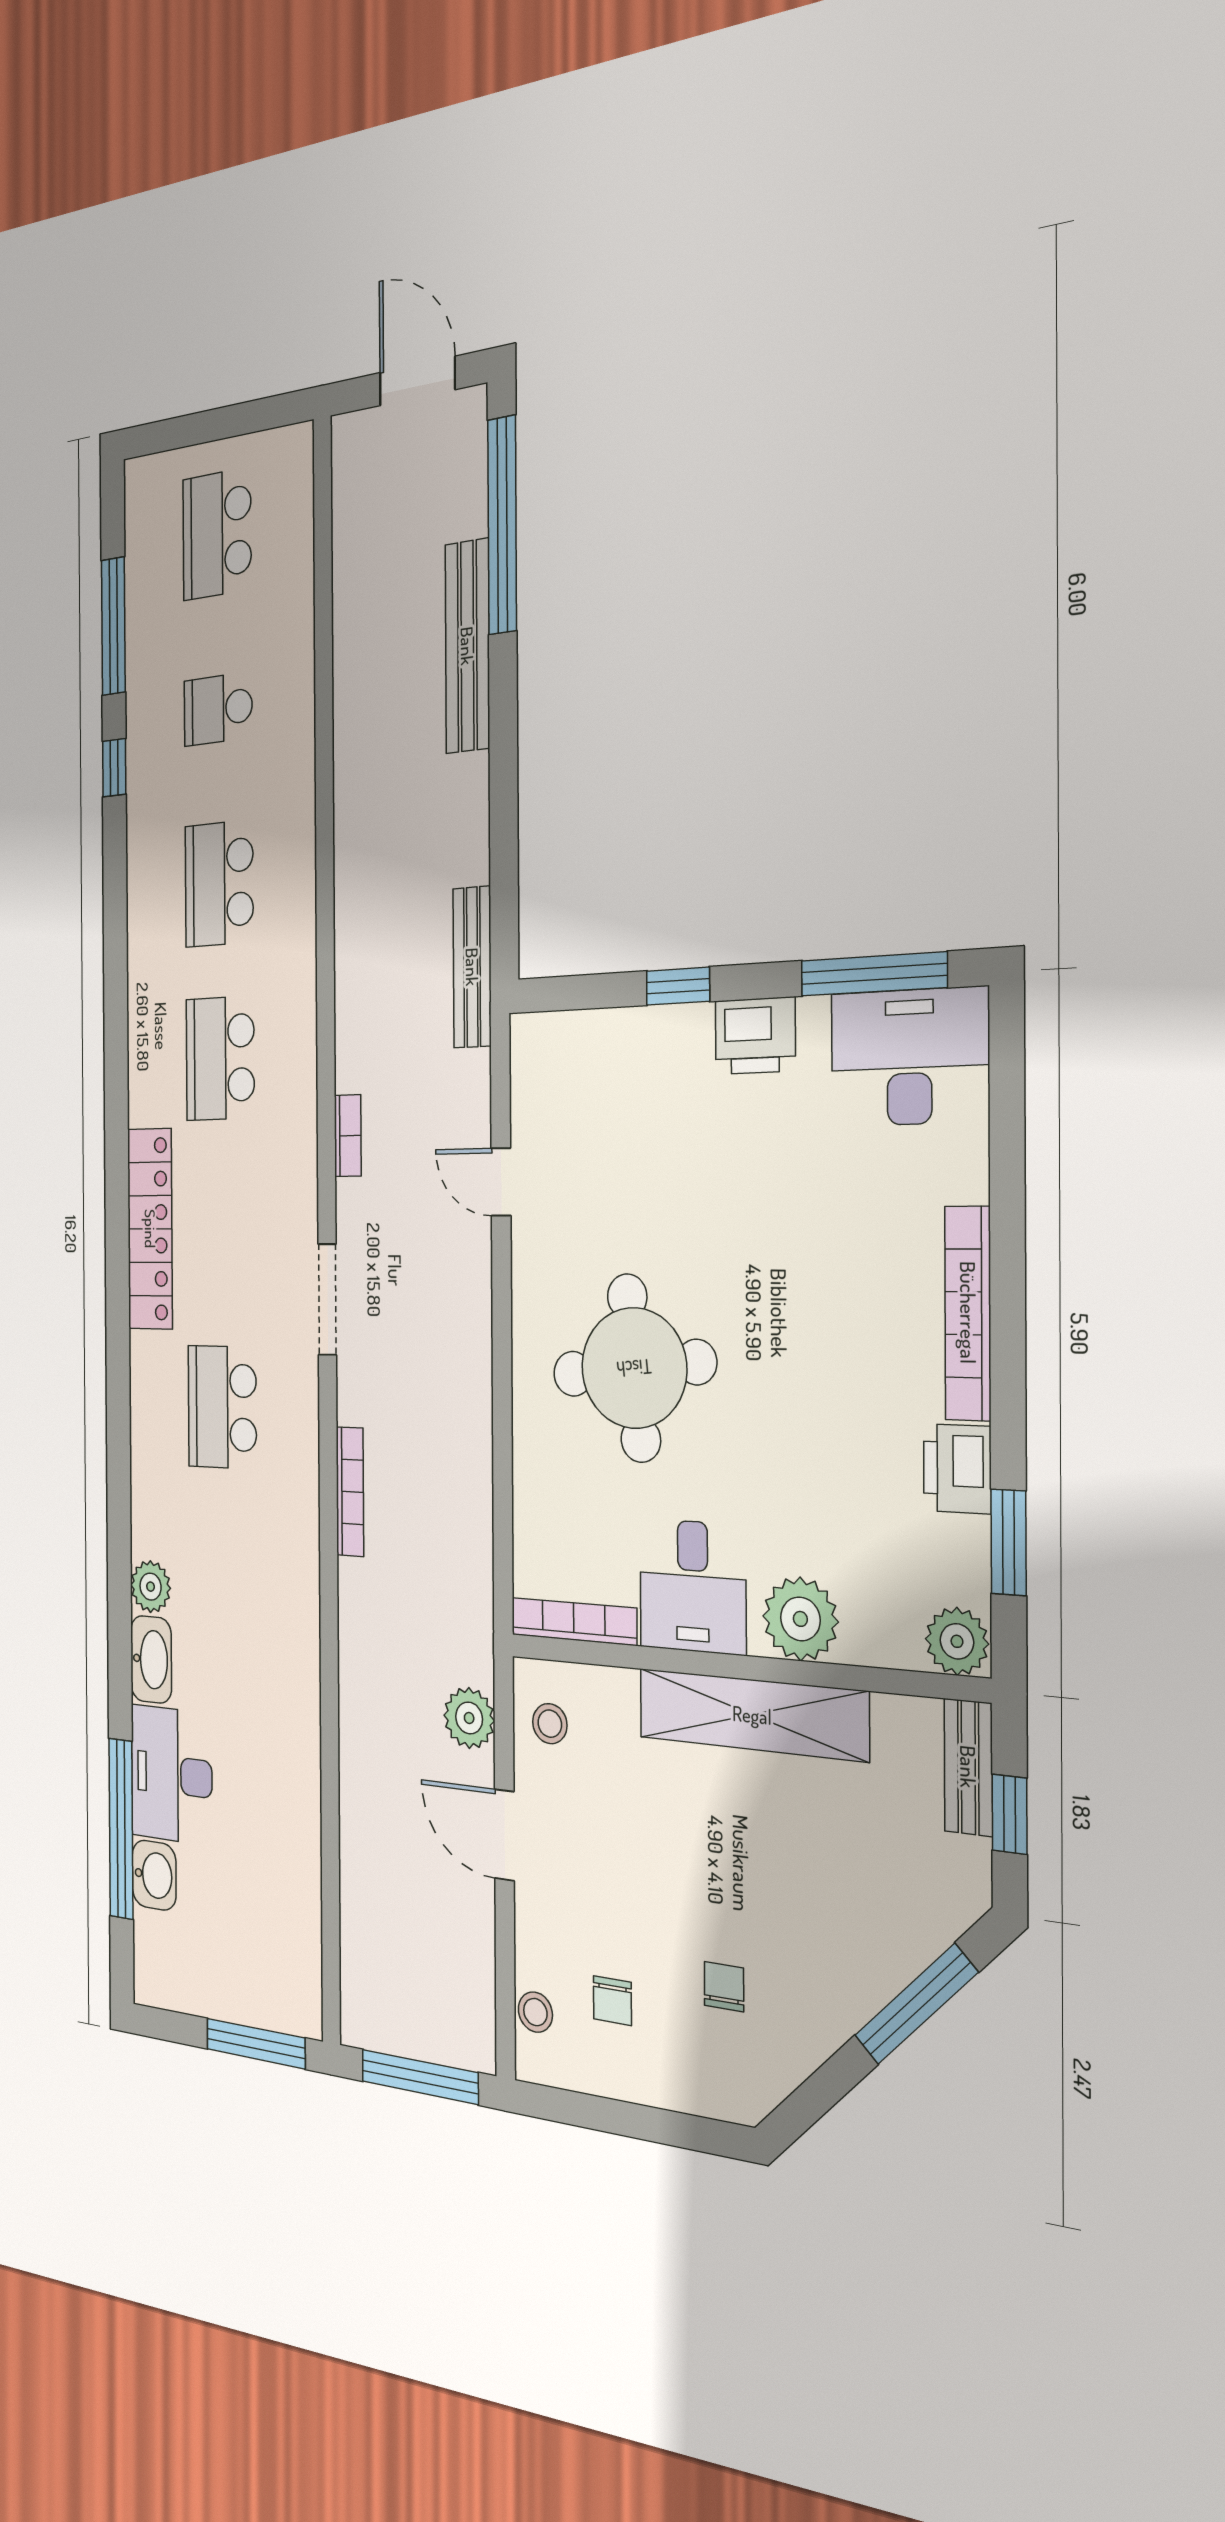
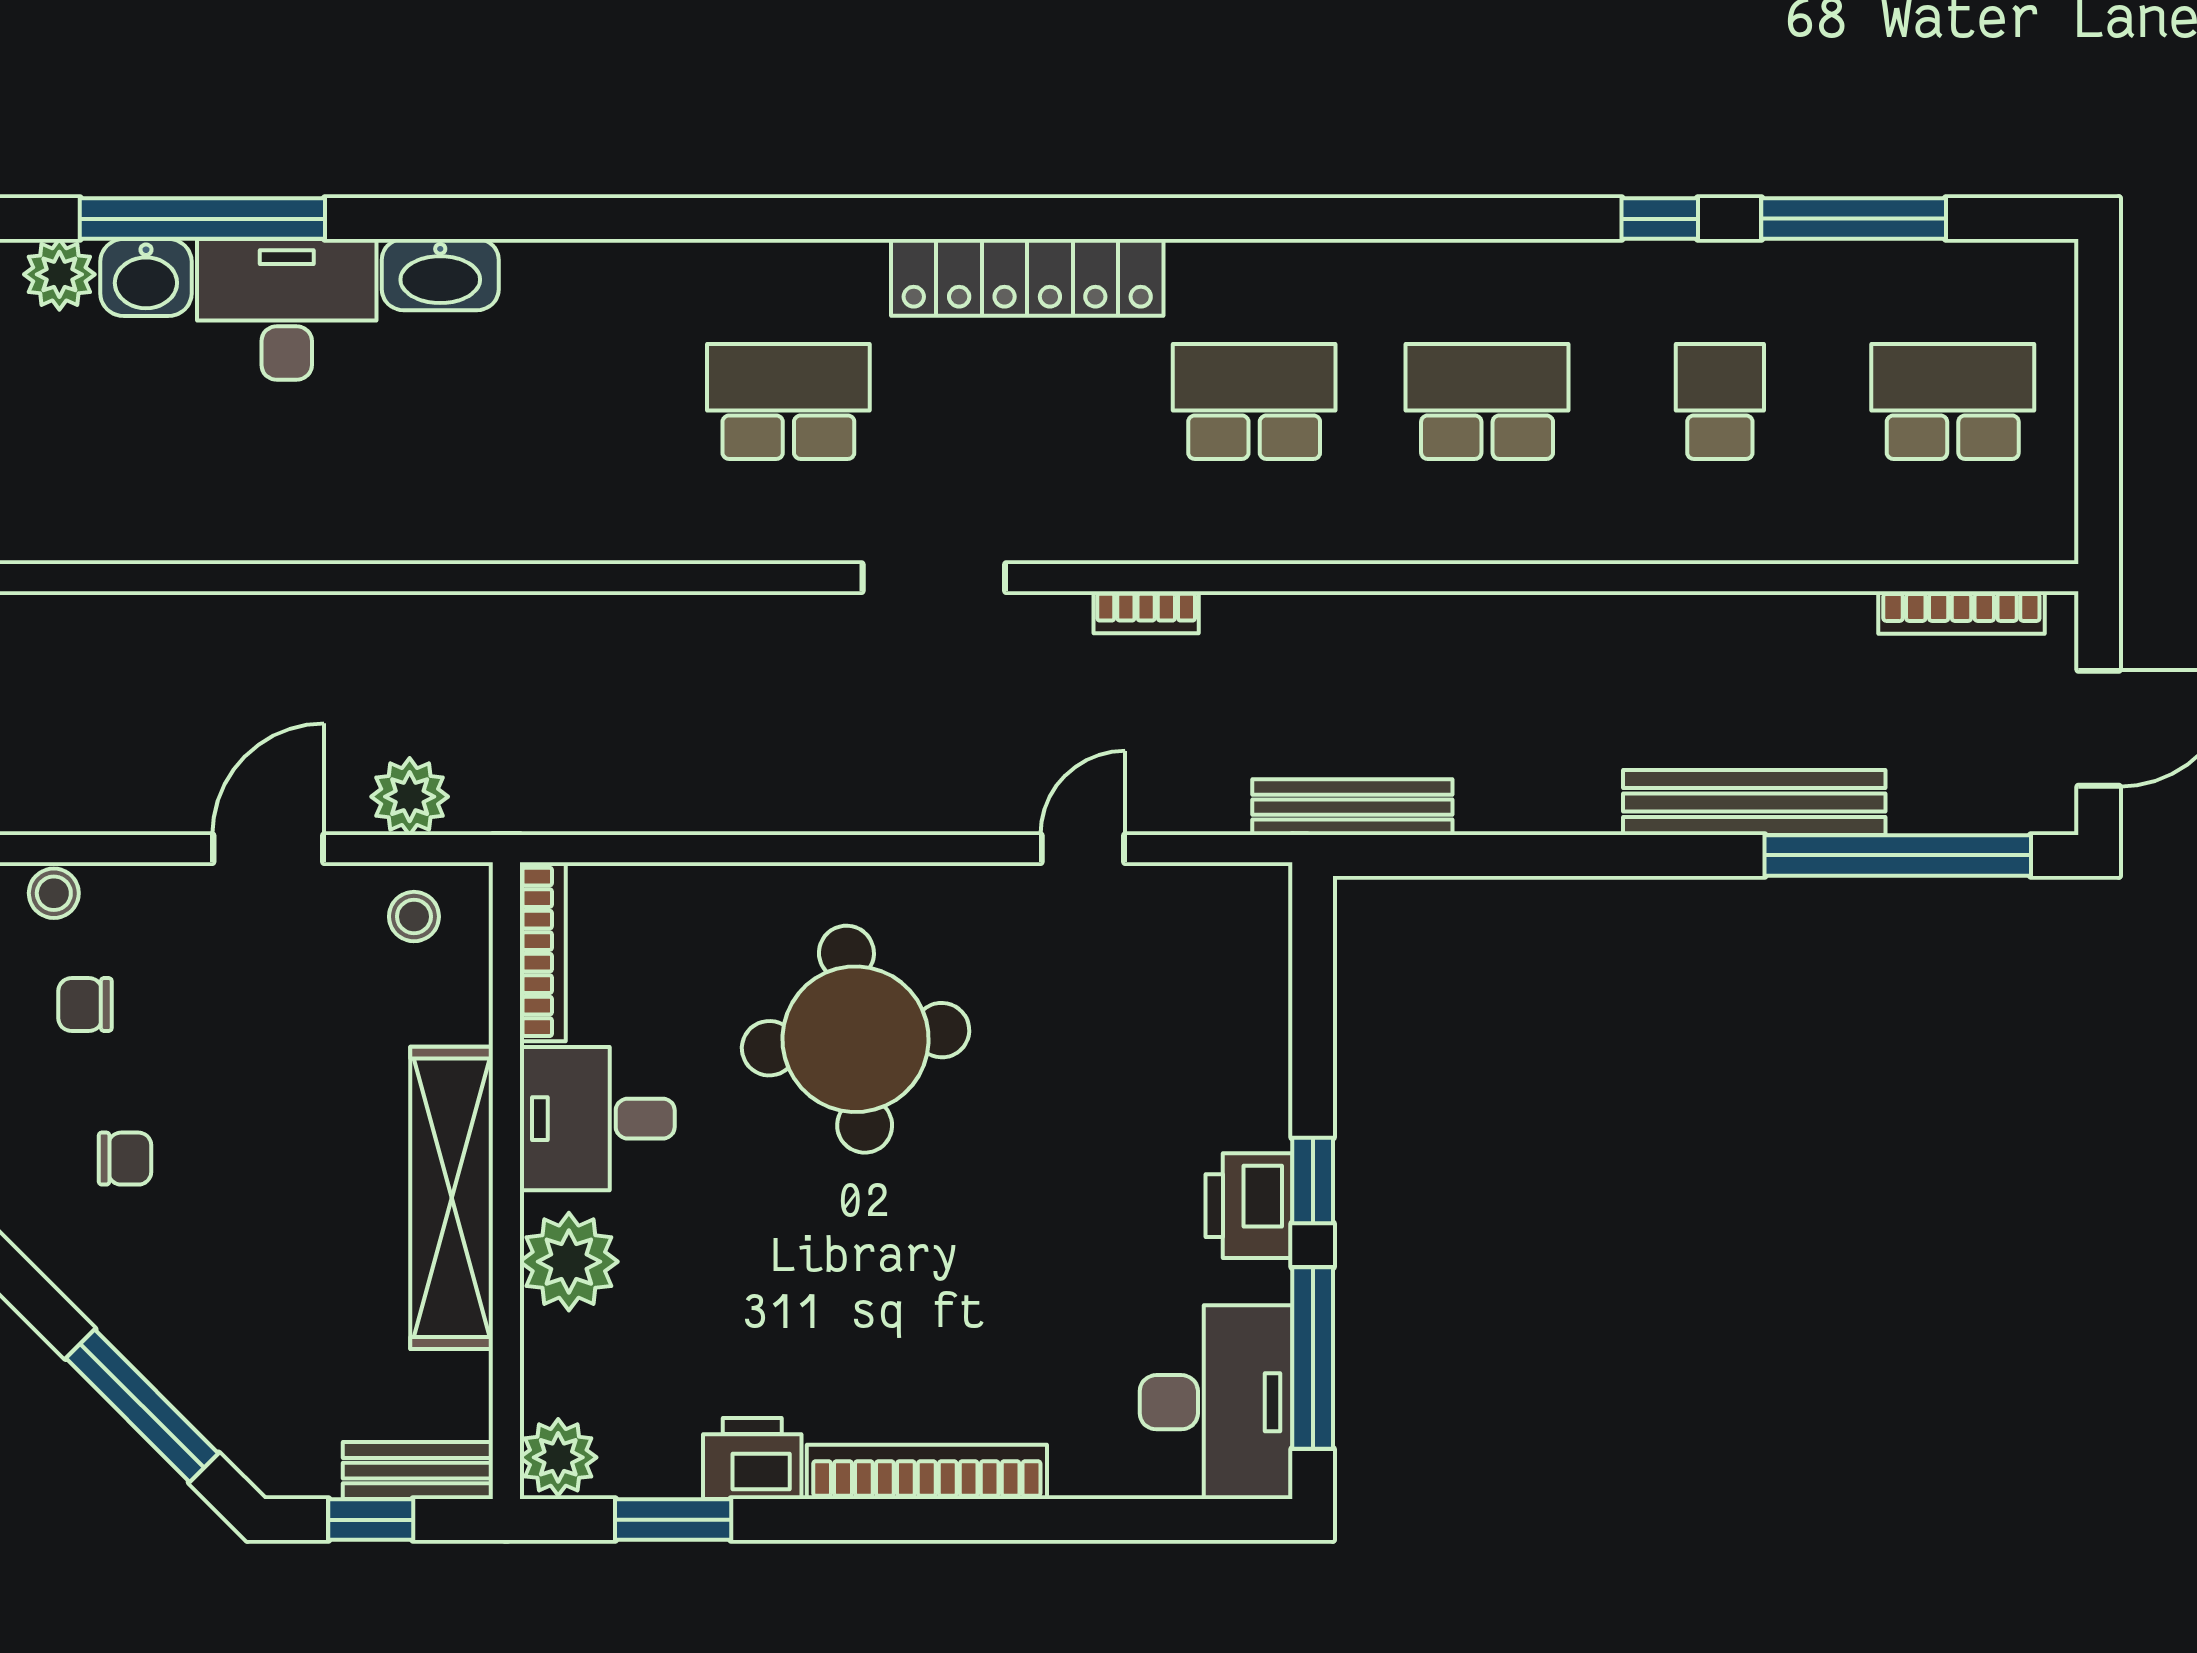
window: (678, 986) -> (1313, 1181), moved
bookcase: (350, 1492) -> (1961, 613), moved
plant: (151, 1587) -> (59, 274), moved

